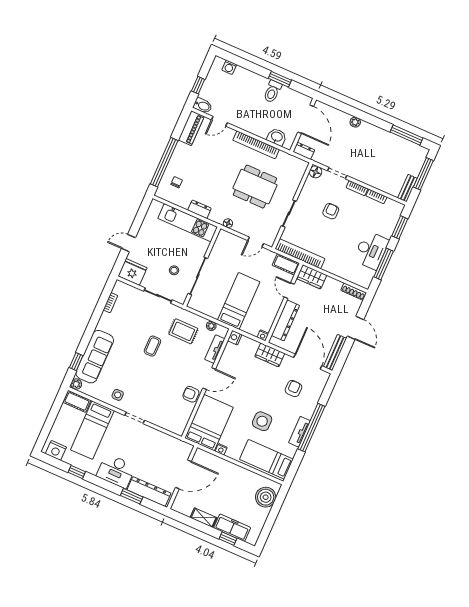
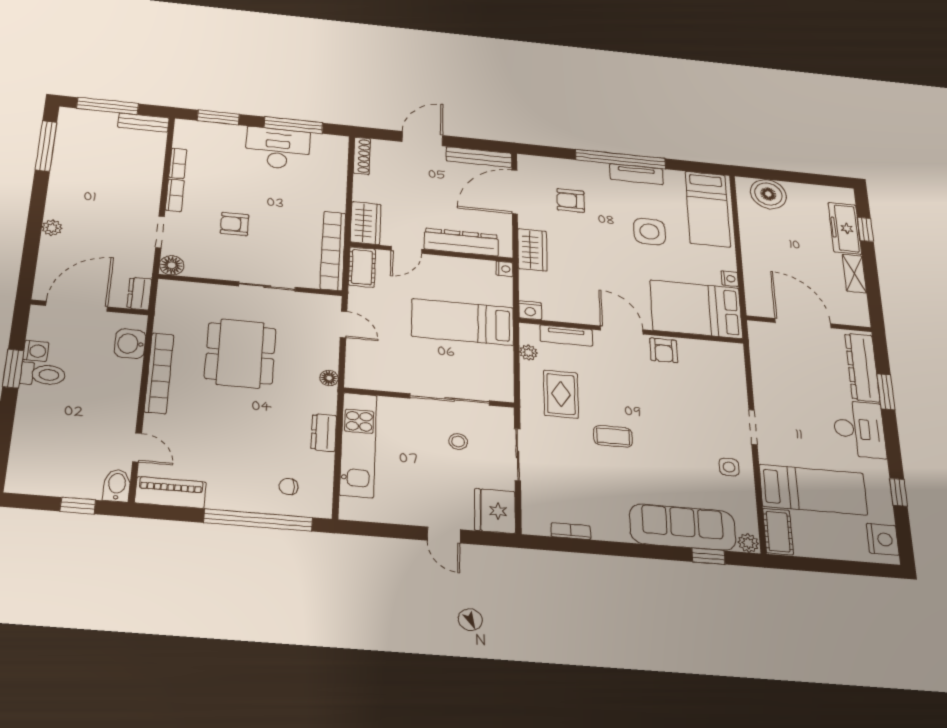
washing machine: (229, 67) -> (36, 351), moved

